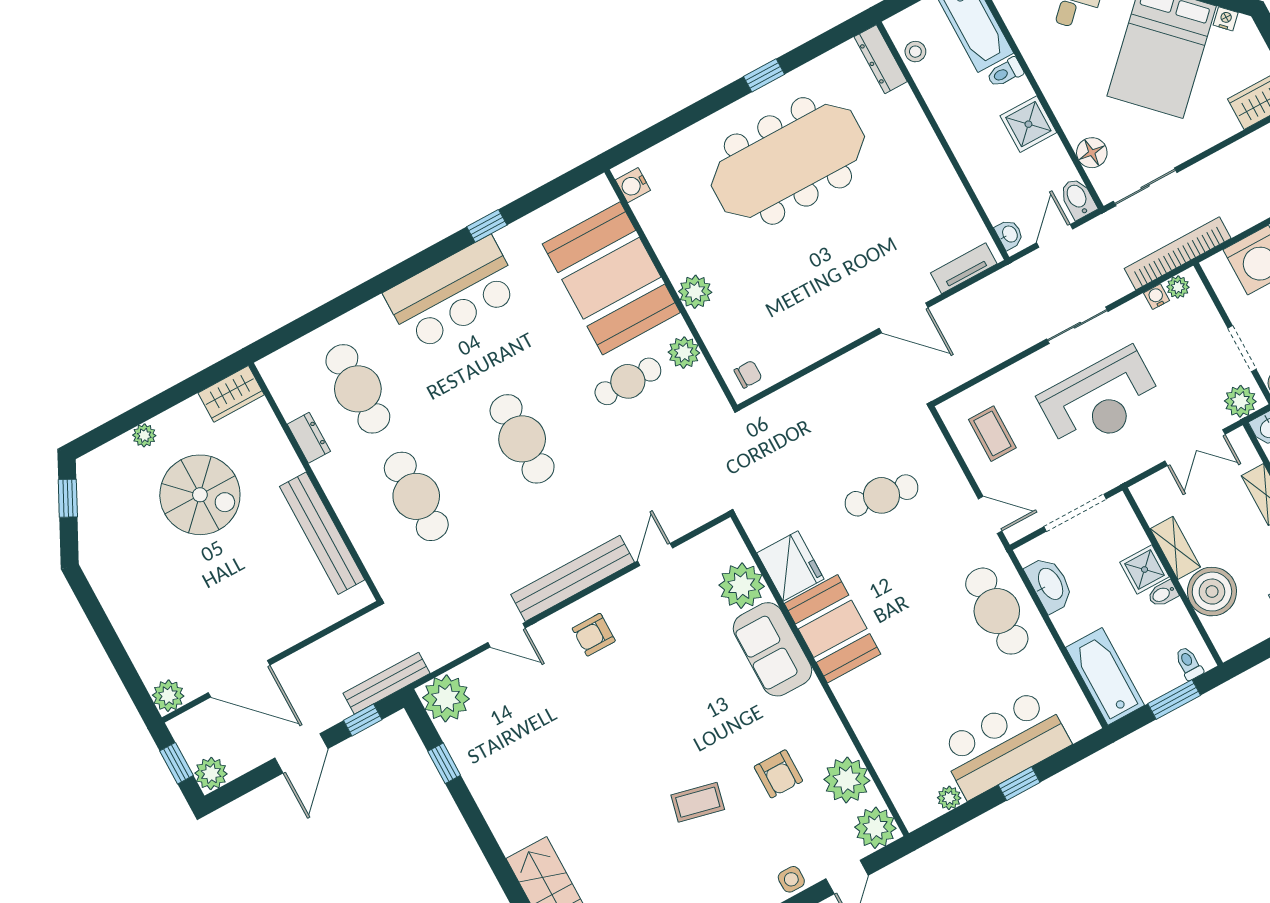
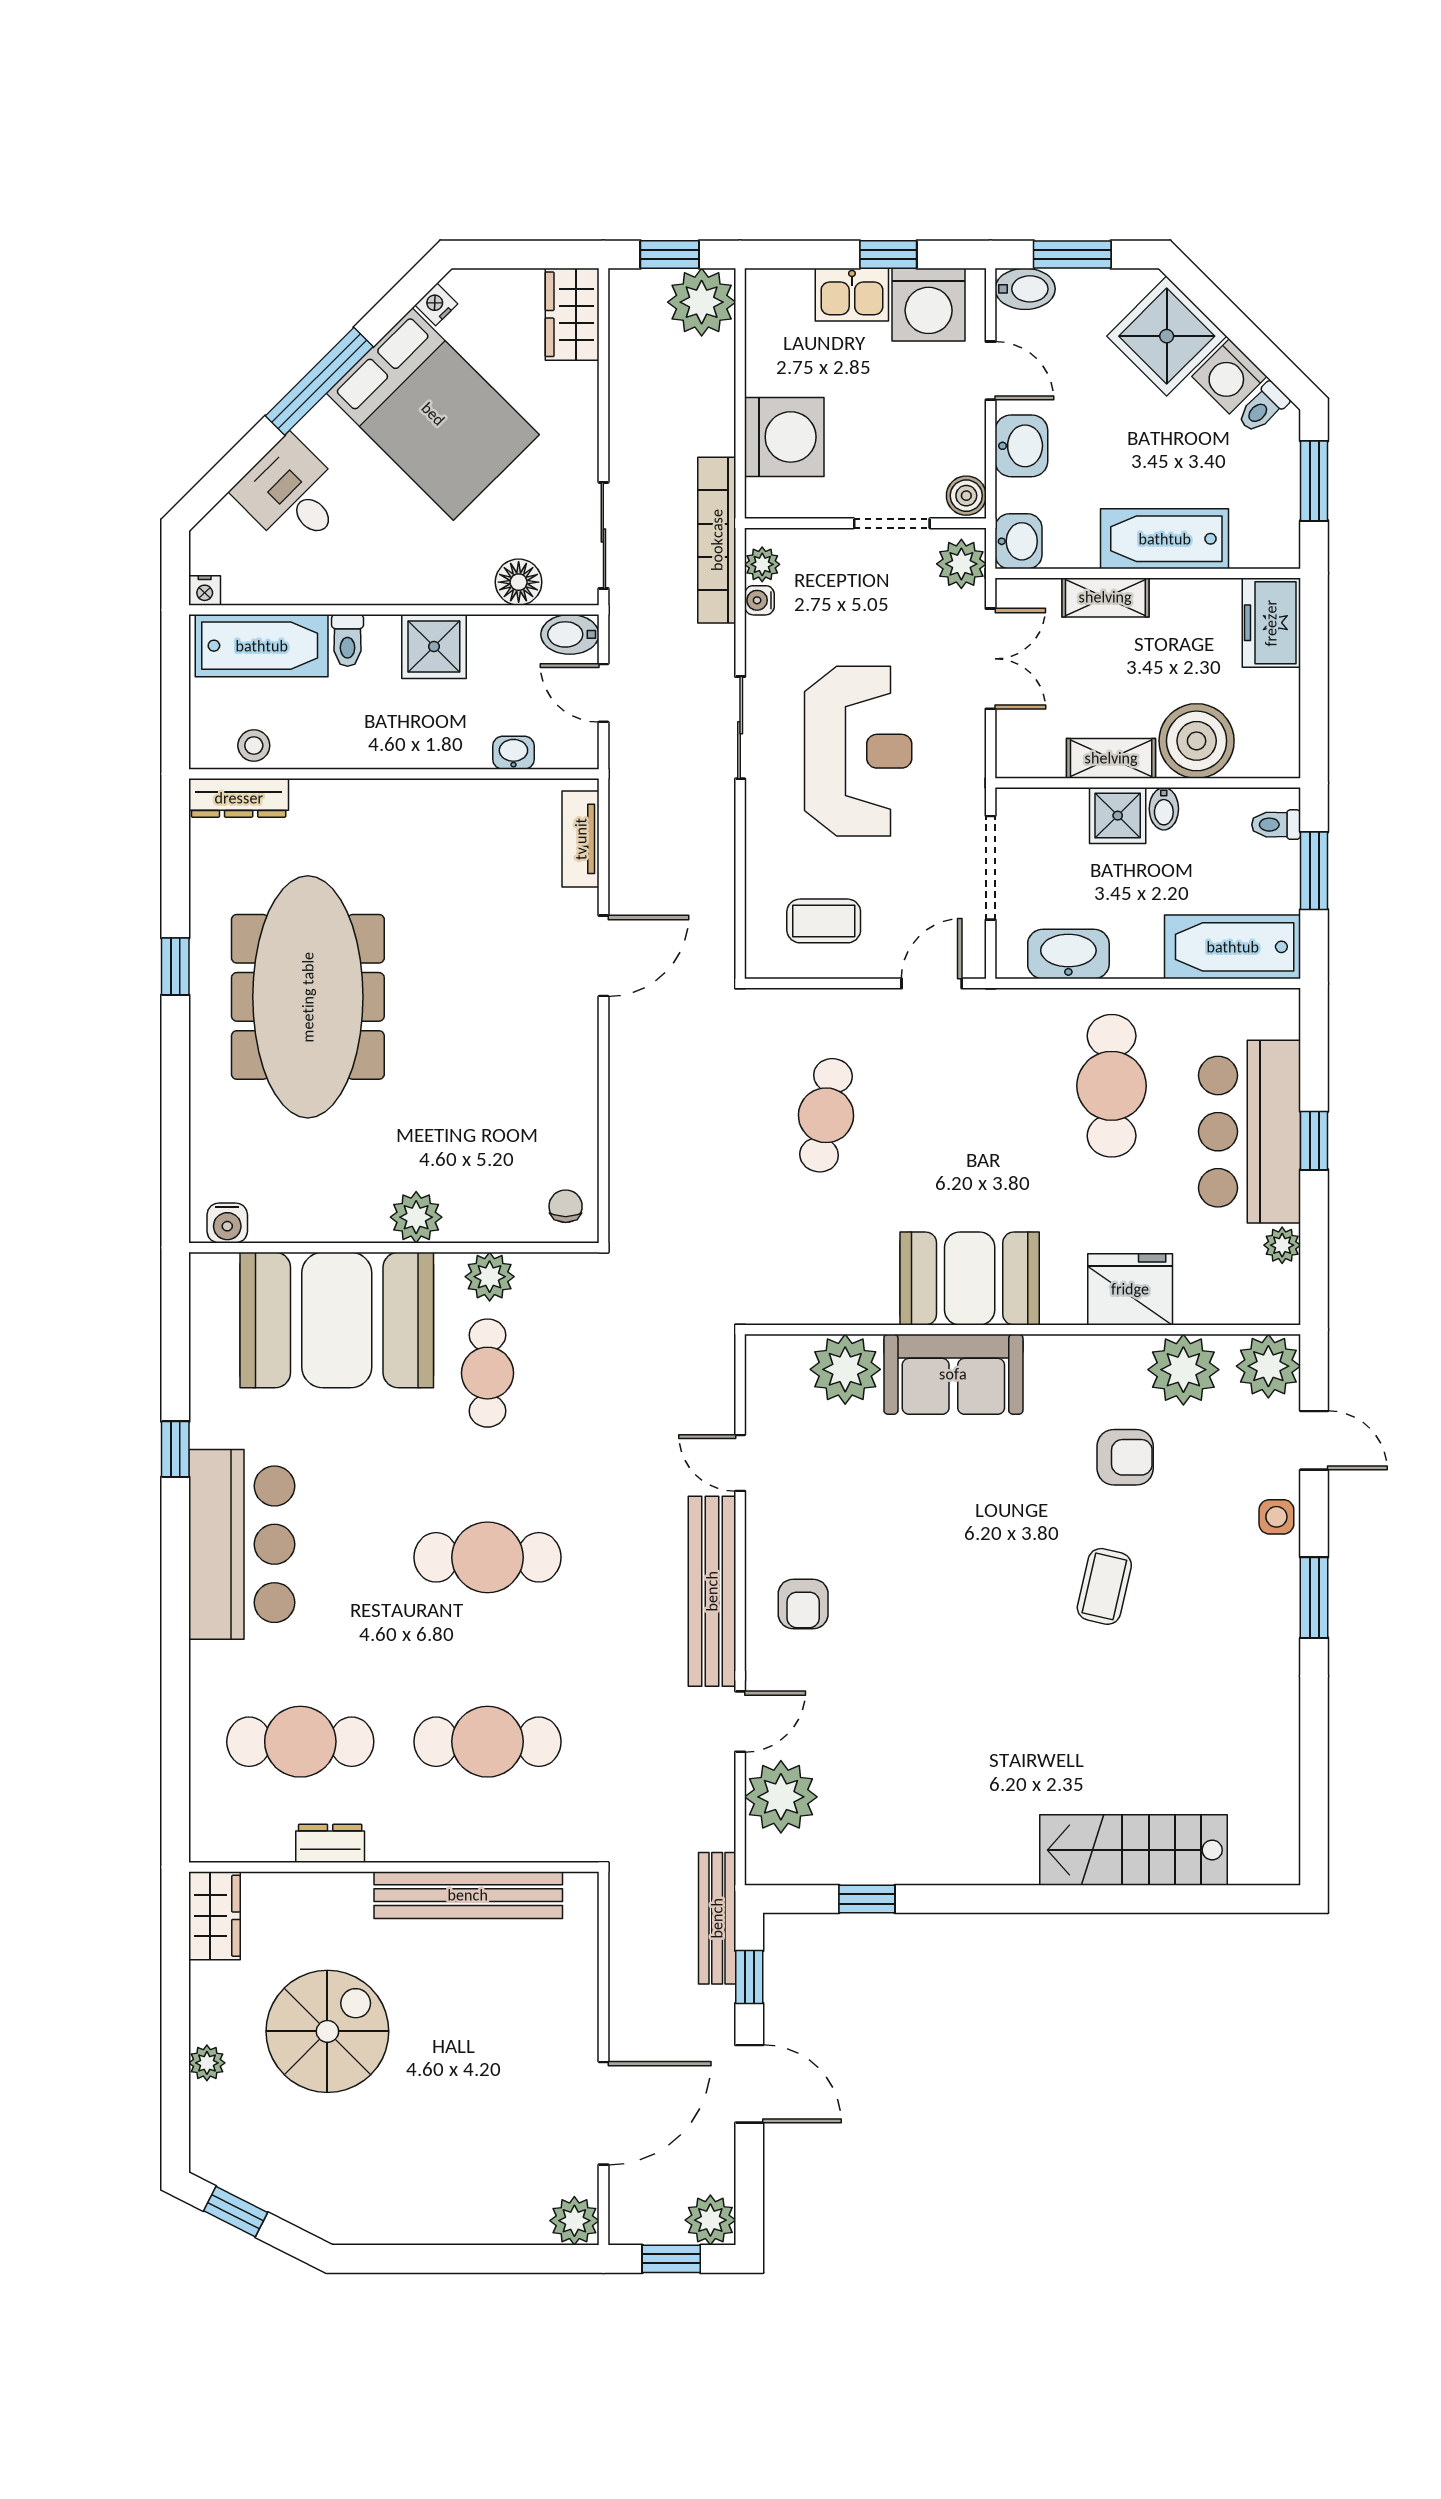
washbasin: (1009, 234) -> (513, 753), moved
fridge: (790, 566) -> (1130, 1289), moved
cafe table: (997, 611) -> (1112, 1086), moved, turned 90
plant: (446, 698) -> (781, 1797), moved

